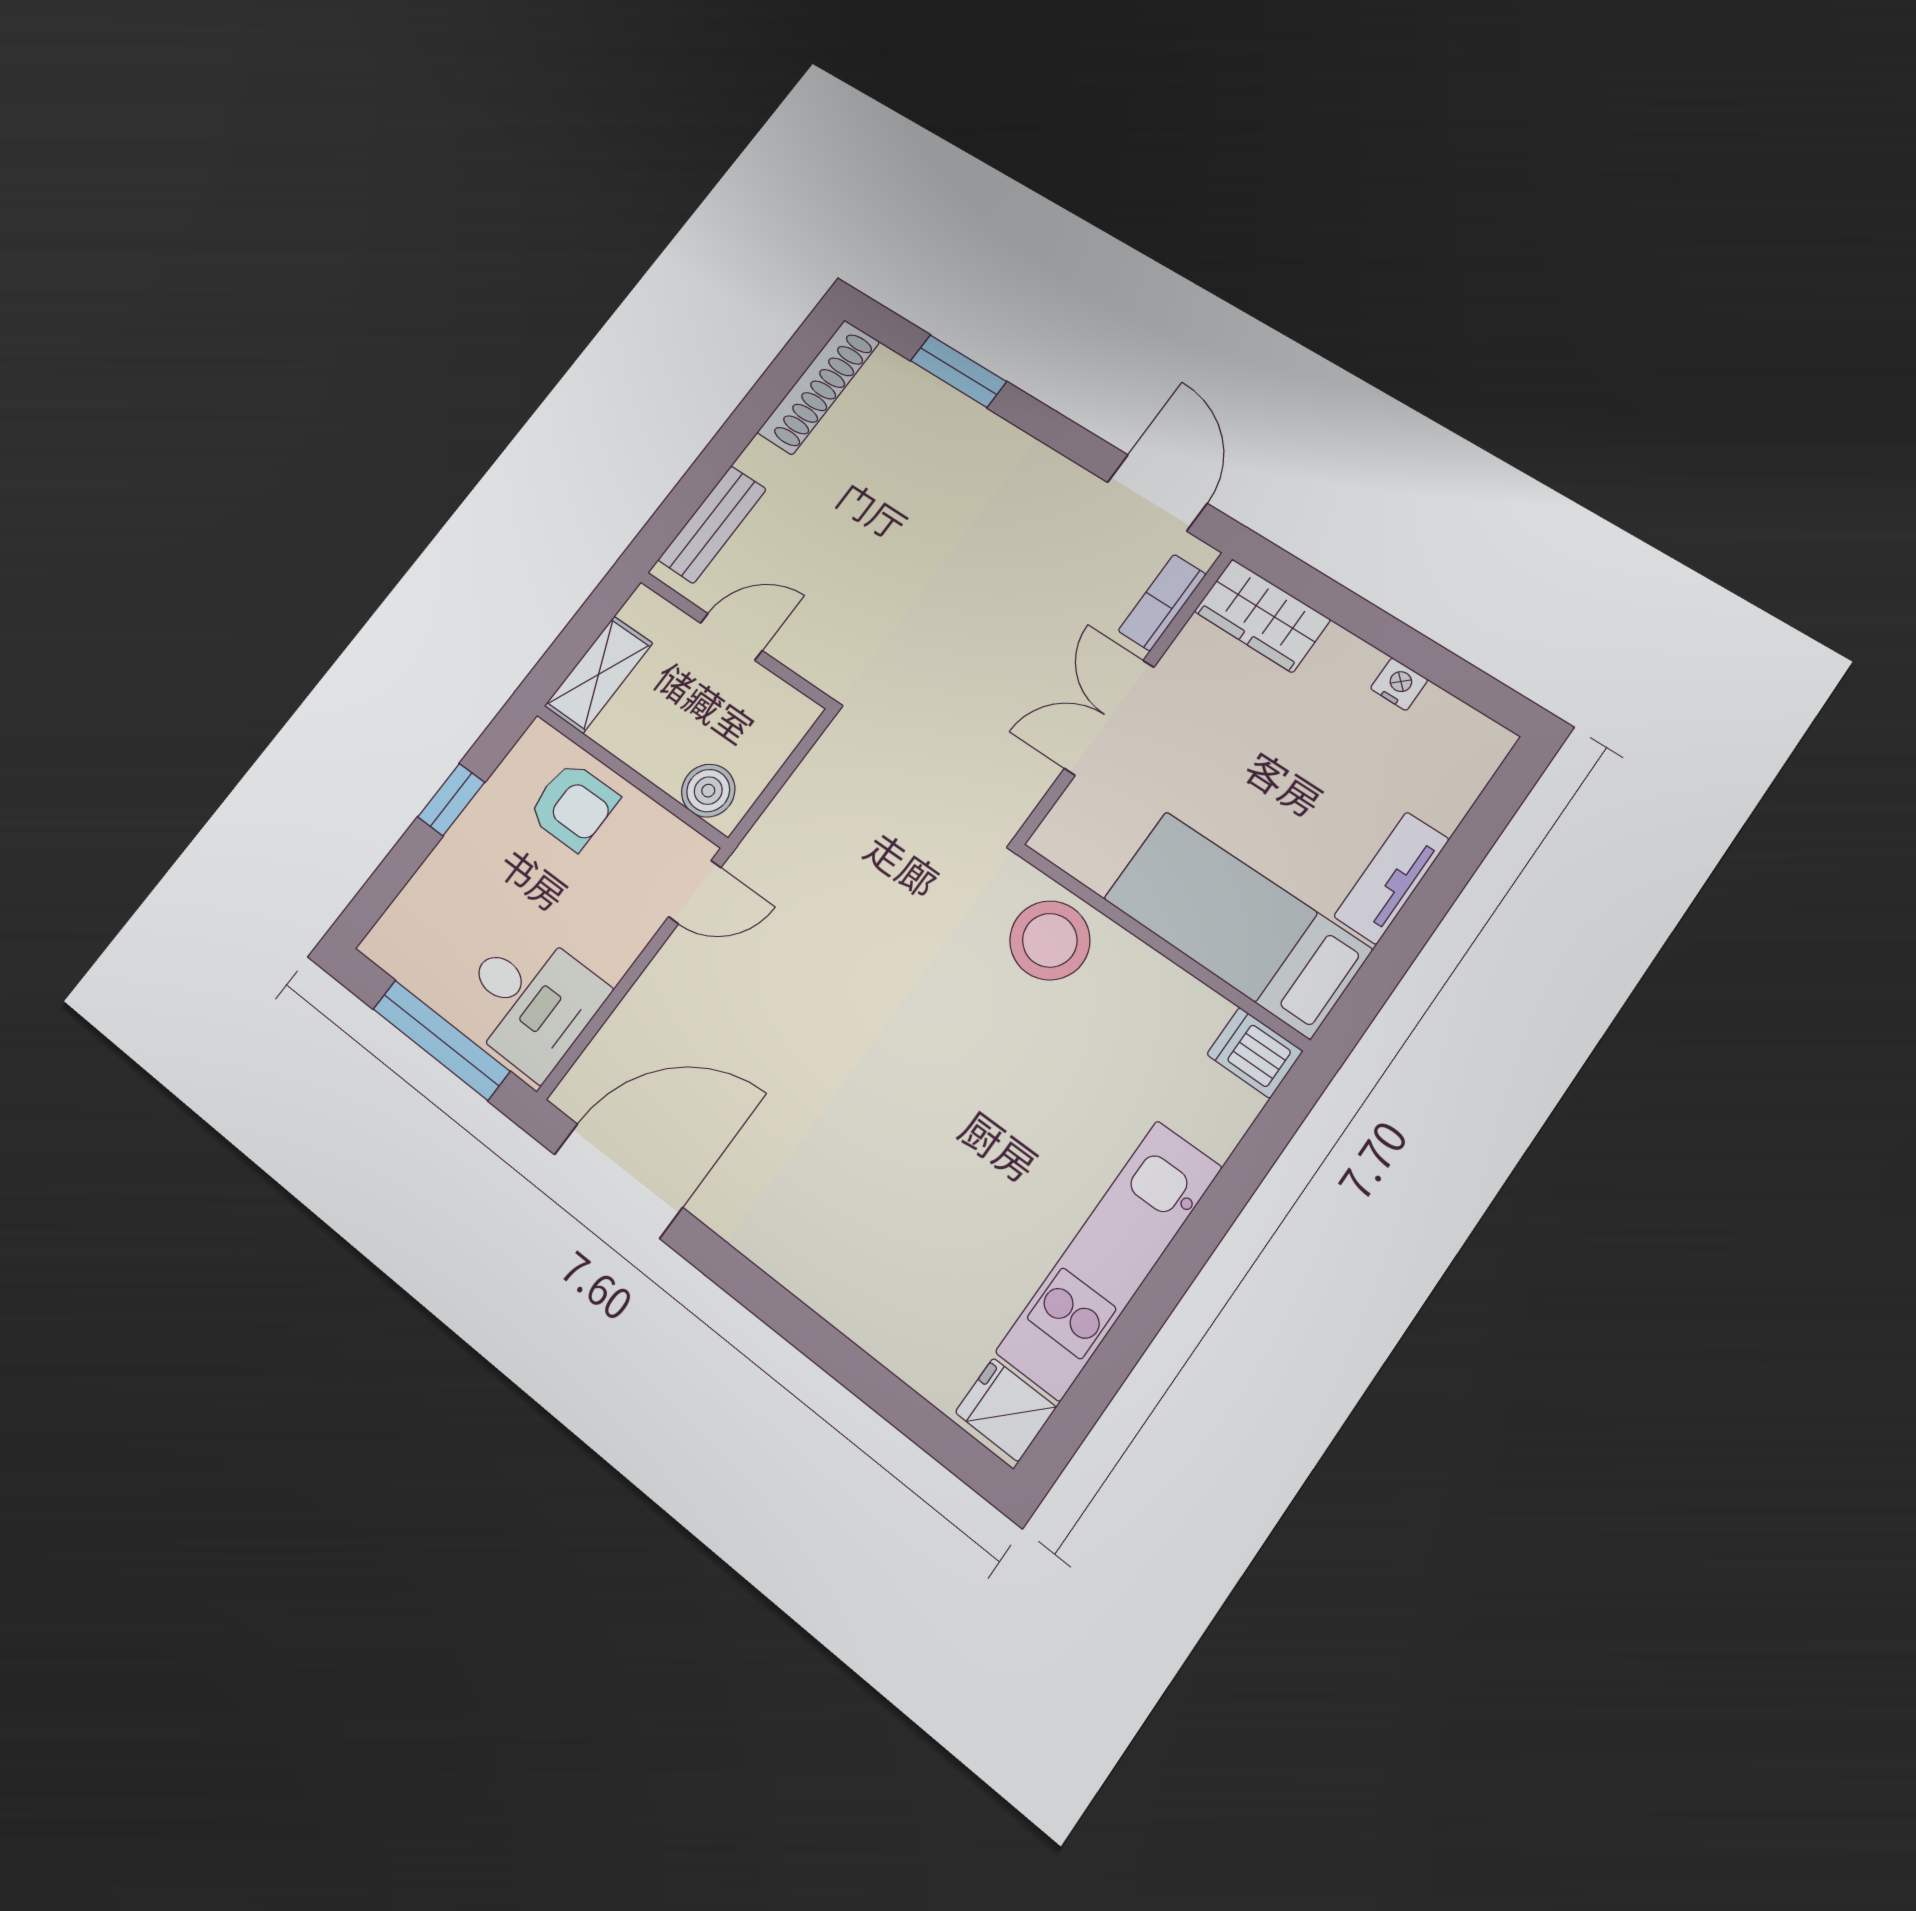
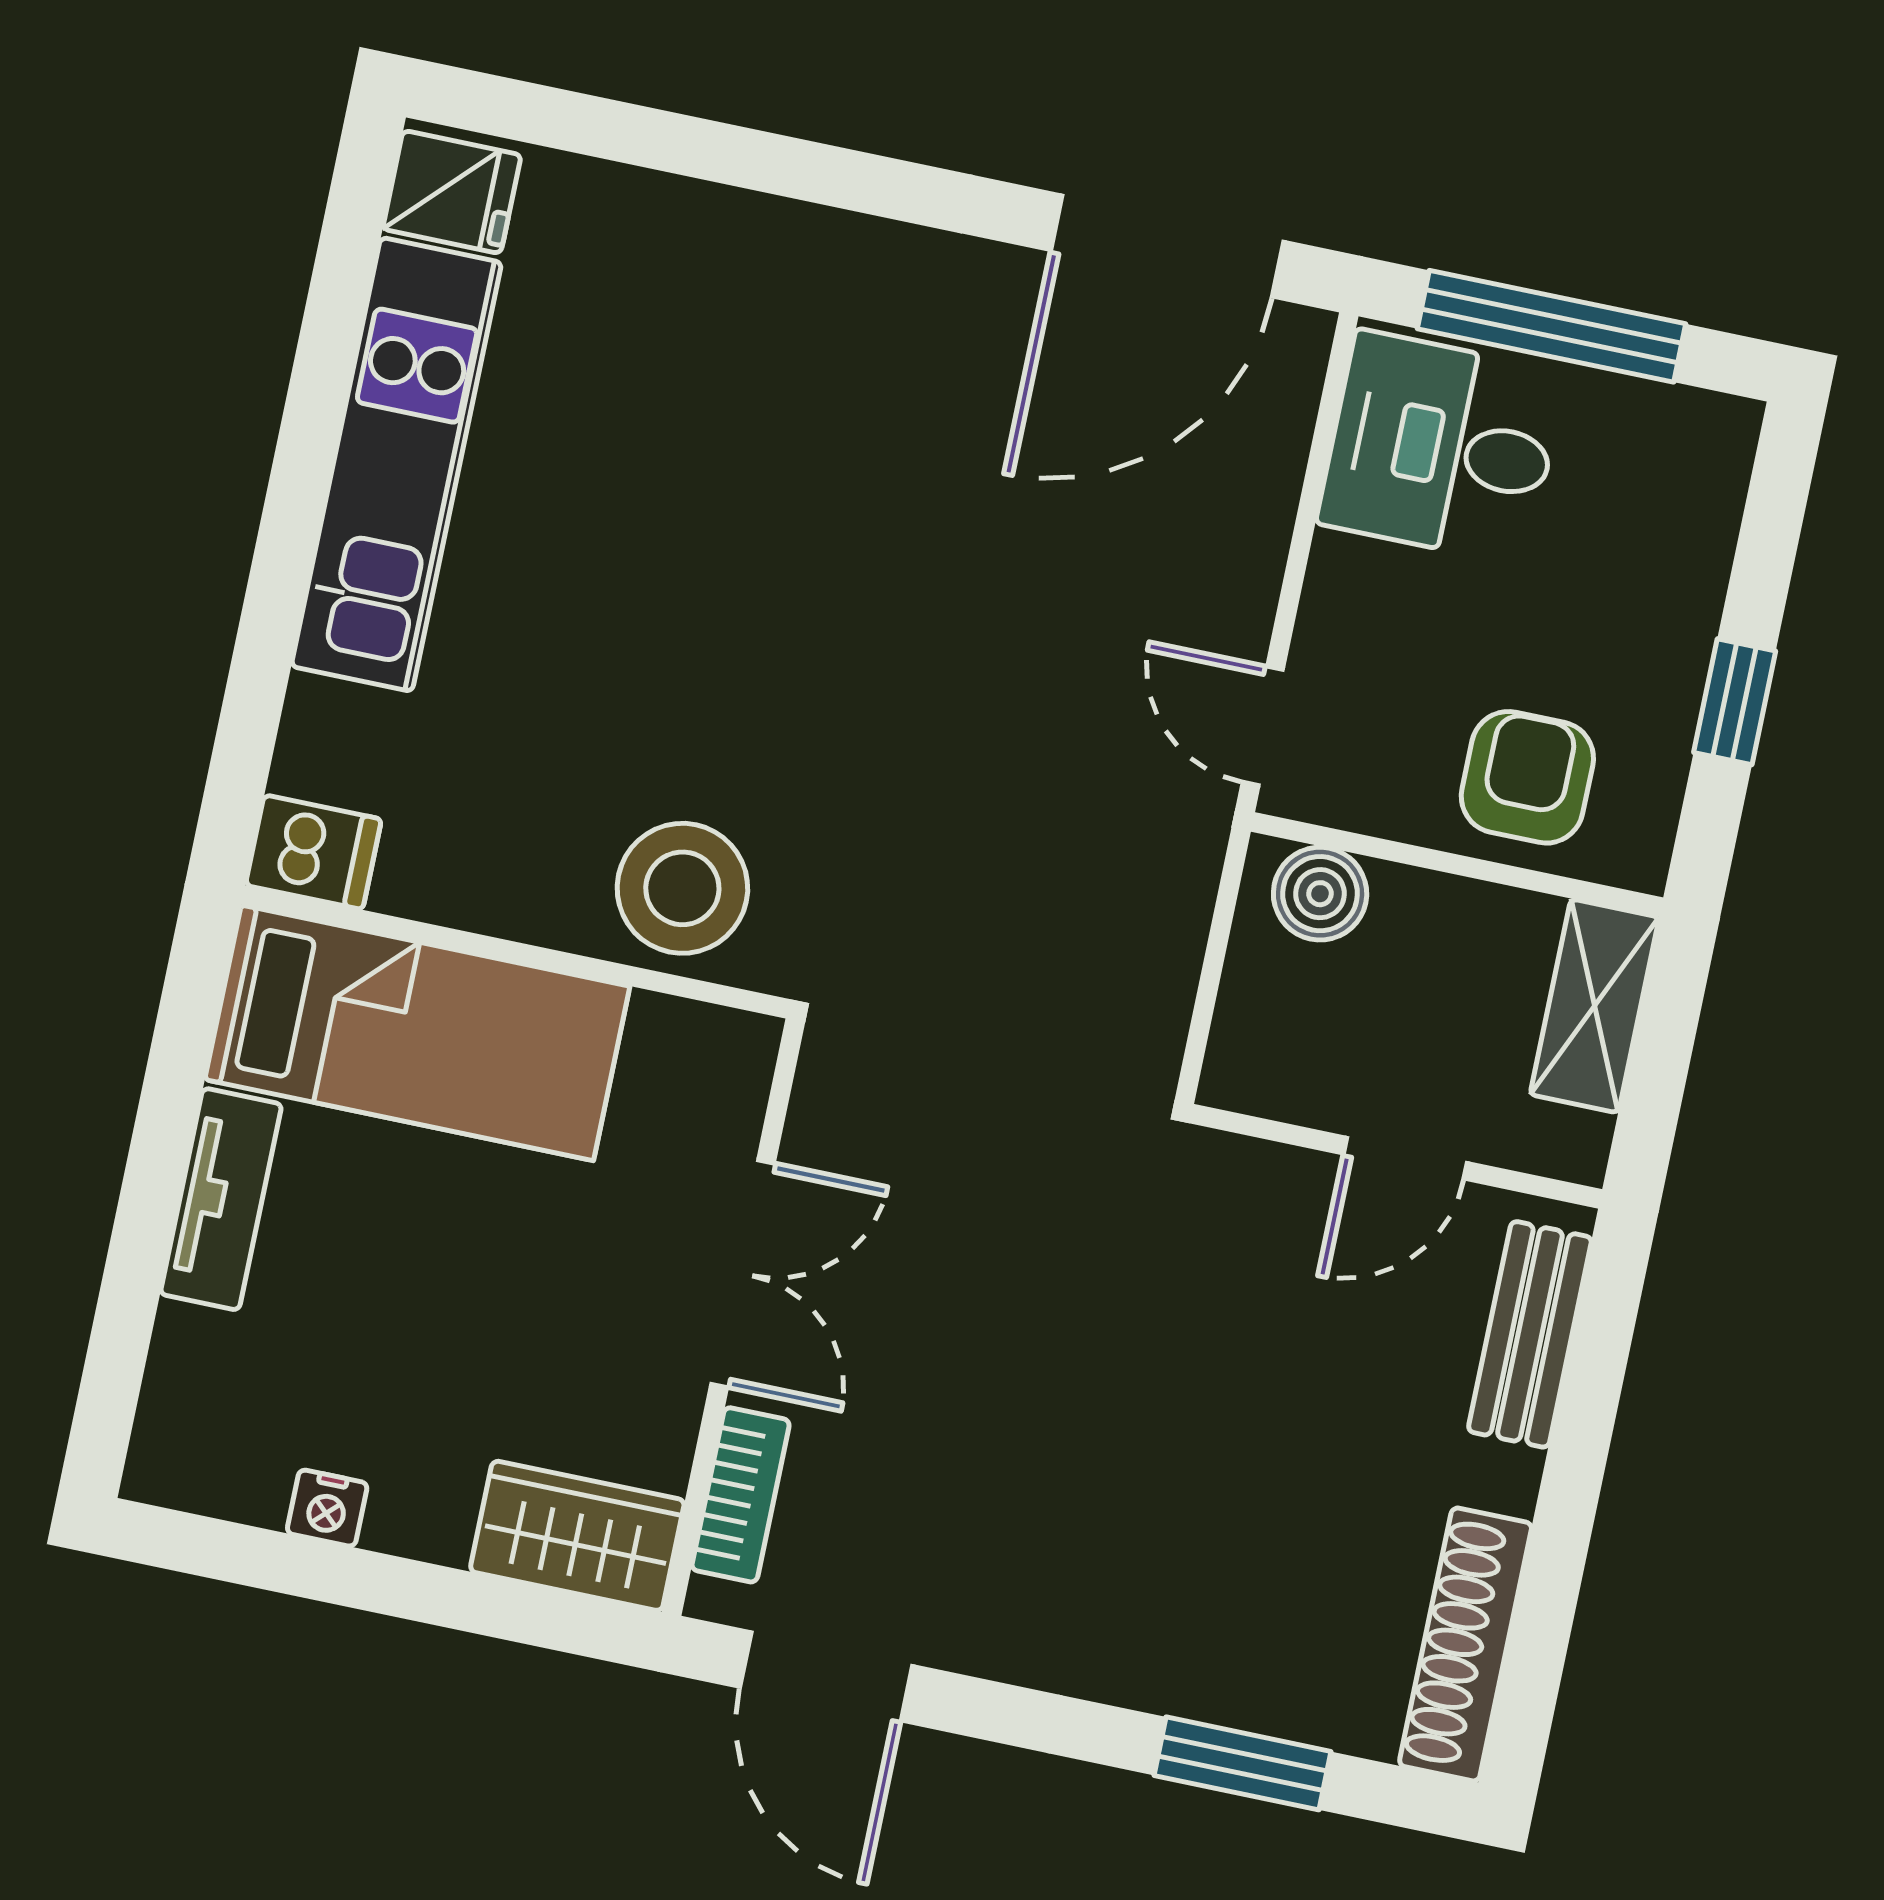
armchair: (573, 806) -> (1527, 777), turned 90
door: (695, 892) -> (1263, 726), hinge flipped

